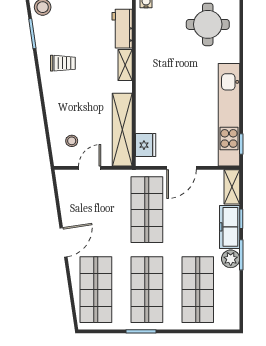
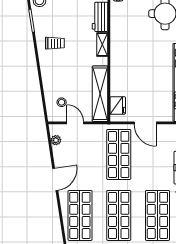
door: (90, 168) -> (75, 123), hinge flipped
door: (182, 168) -> (145, 123), hinge flipped
plant: (64, 191) -> (56, 140), added

